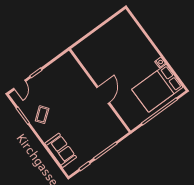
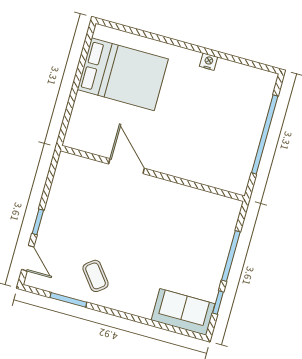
bed: (157, 88) -> (123, 74), moved, turned -90
door: (103, 95) -> (127, 166), moved
sofa: (61, 150) -> (183, 312), moved

